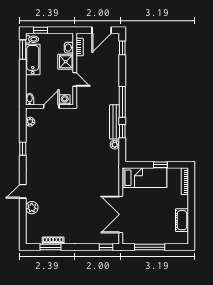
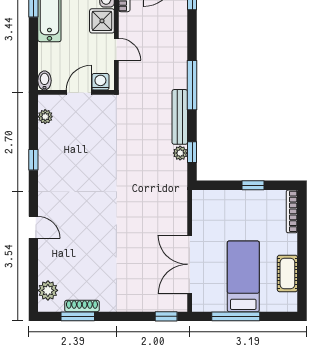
window: (122, 131) -> (192, 152), moved
bed: (144, 178) -> (243, 276), moved, turned -90
door: (23, 191) -> (33, 227), swing flipped
plant: (32, 208) -> (48, 290), moved

